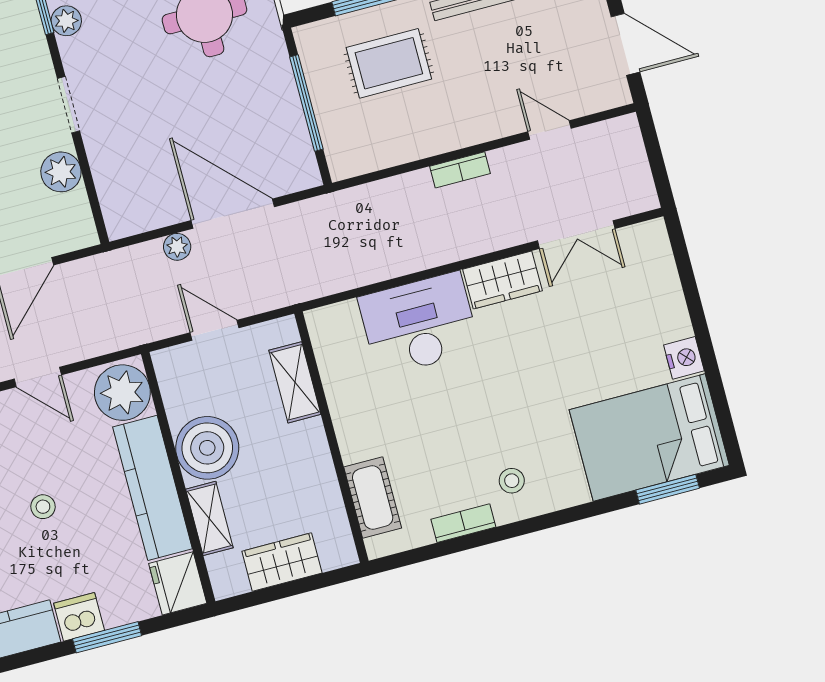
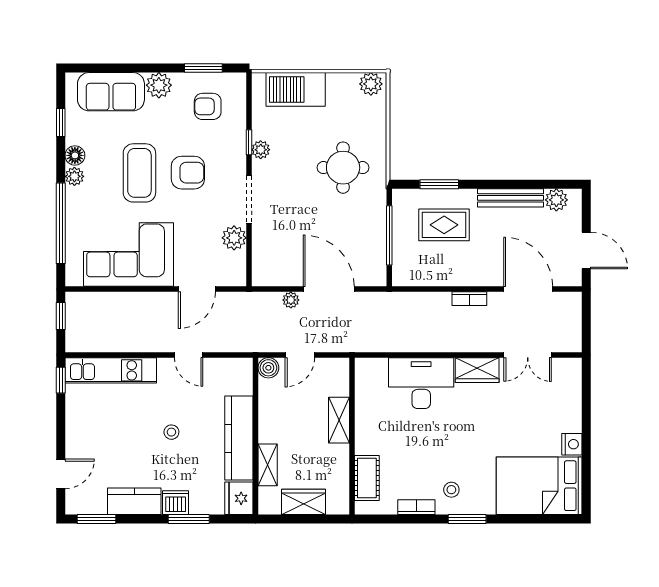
doorway: (68, 105) -> (249, 199), width x1.38
door: (550, 130) -> (528, 289), width x1.88
door: (214, 330) -> (300, 355), swing flipped
shelving: (295, 382) -> (339, 420), moved
plant: (122, 393) -> (236, 377), removed
boiler: (207, 448) -> (268, 368), moved, width x0.54, depth x0.54
window: (668, 489) -> (467, 519), moved

